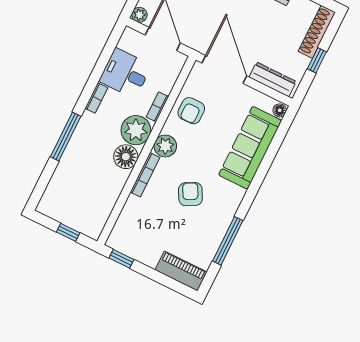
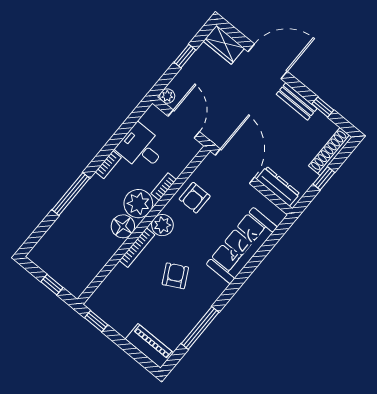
floor lamp: (280, 110) -> (278, 217), removed

